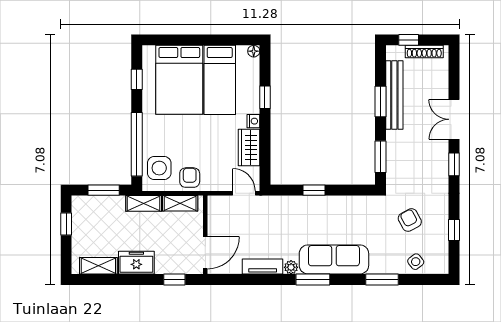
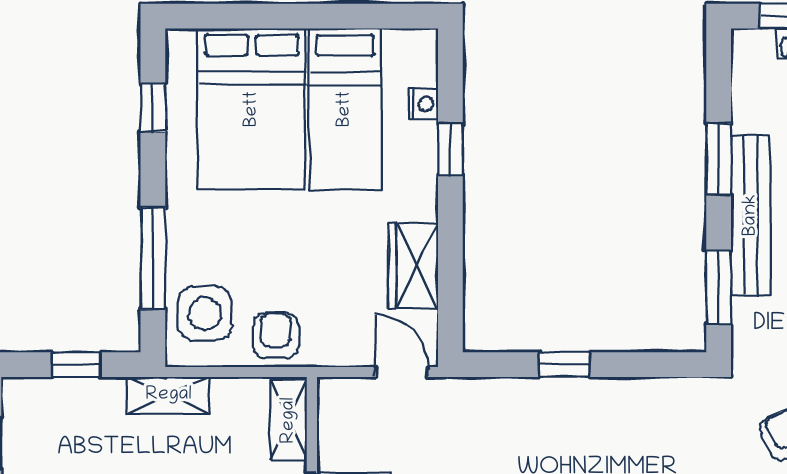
floor lamp: (254, 51) -> (424, 42), removed
bench: (394, 95) -> (751, 215), moved
nightstand: (253, 121) -> (423, 104), moved
window: (137, 144) -> (153, 258), width x0.68
window: (104, 190) -> (76, 365), width x0.67
shelving: (180, 203) -> (289, 420), moved, turned 90

